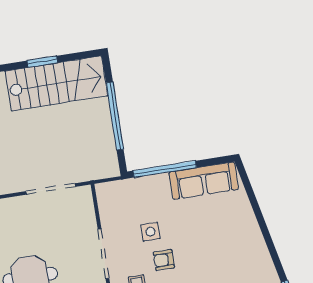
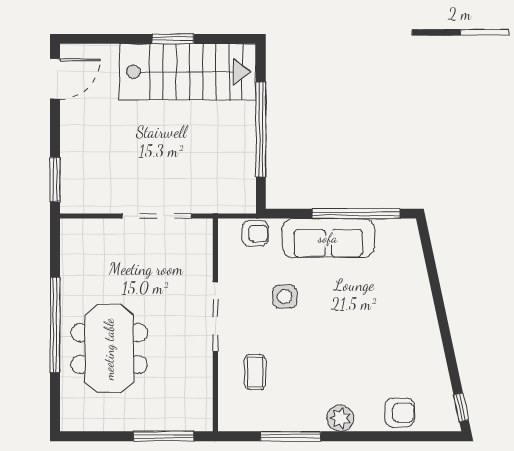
window: (165, 169) -> (356, 214), moved
sofa: (204, 181) -> (328, 238), moved
armchair: (164, 260) -> (255, 233), moved, turned 180

